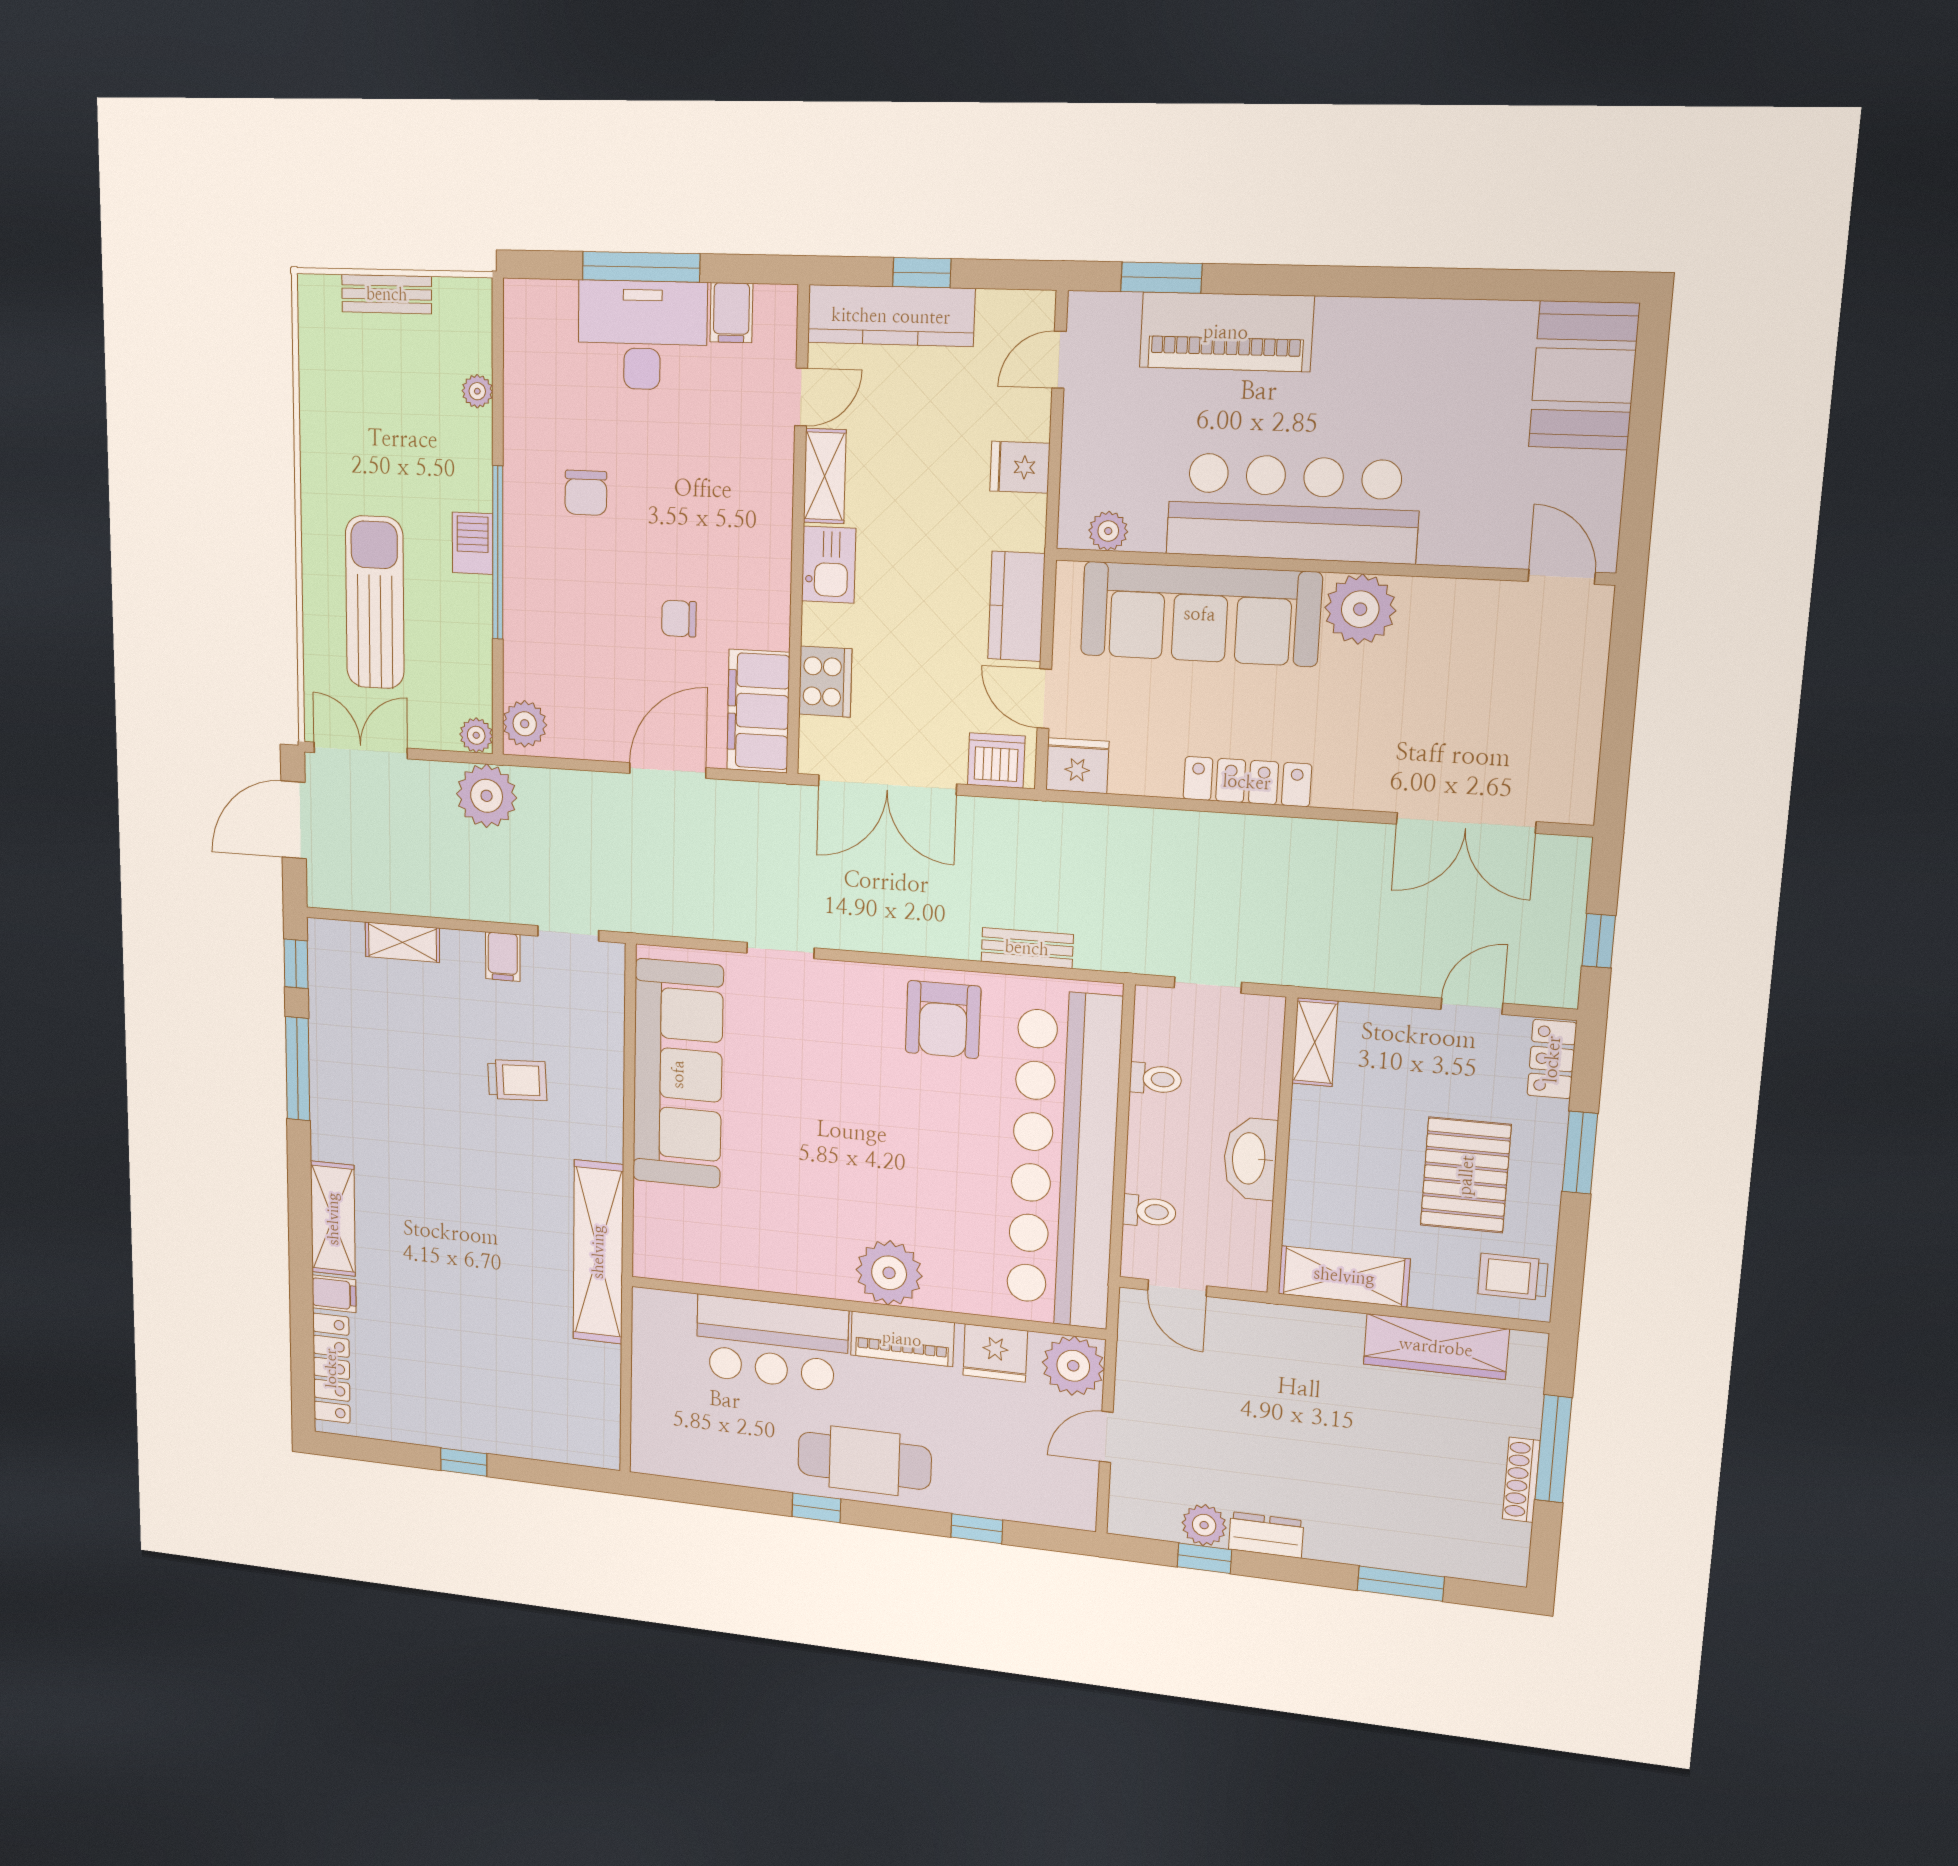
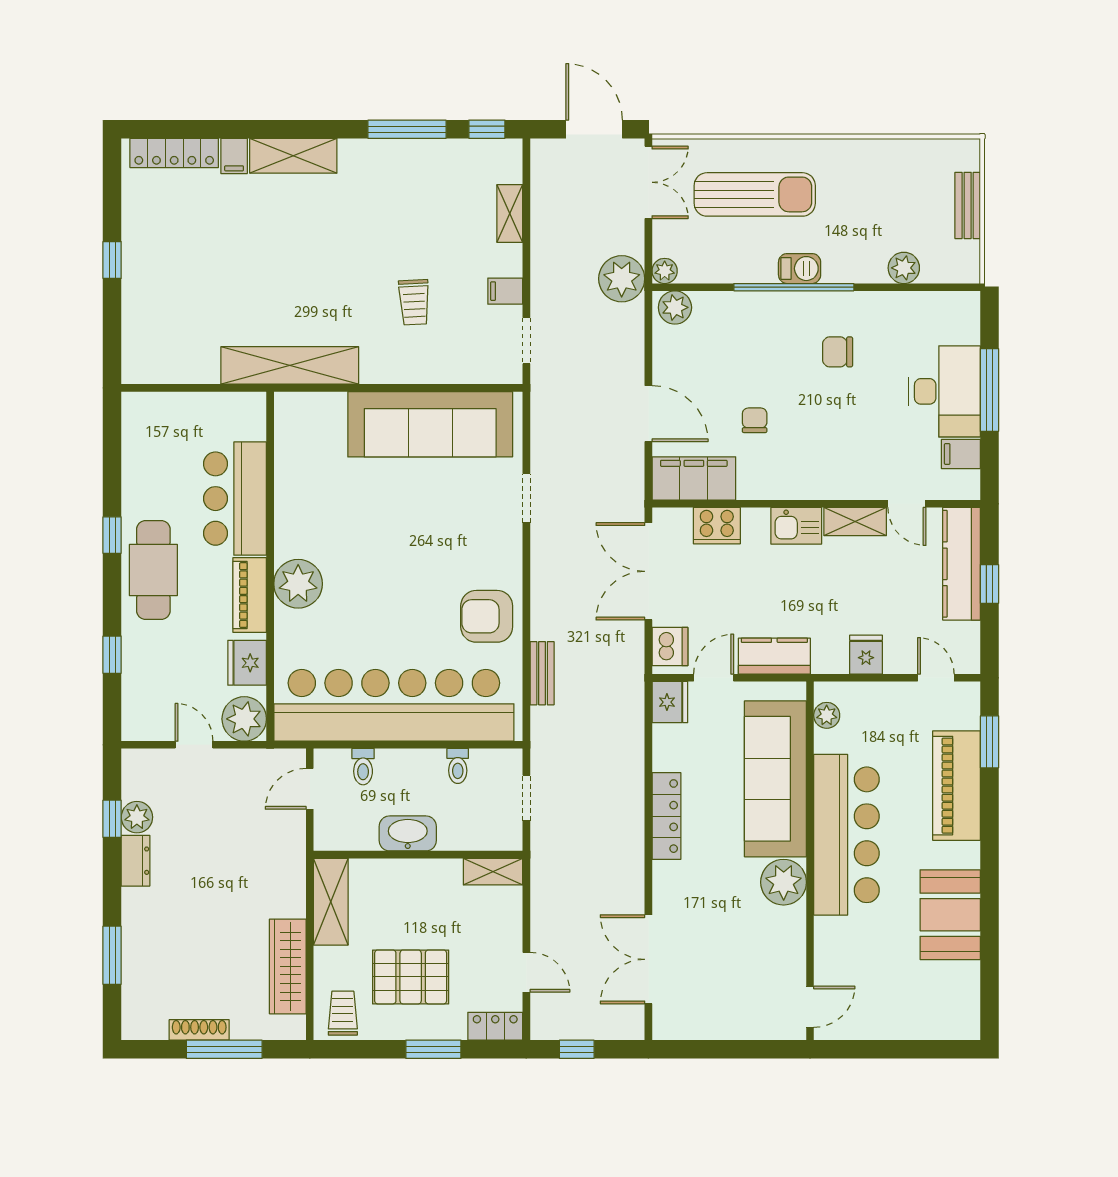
booth: (1584, 375) -> (950, 915), moved, turned 90
plant: (477, 391) -> (904, 268), width x1.38, depth x1.38

